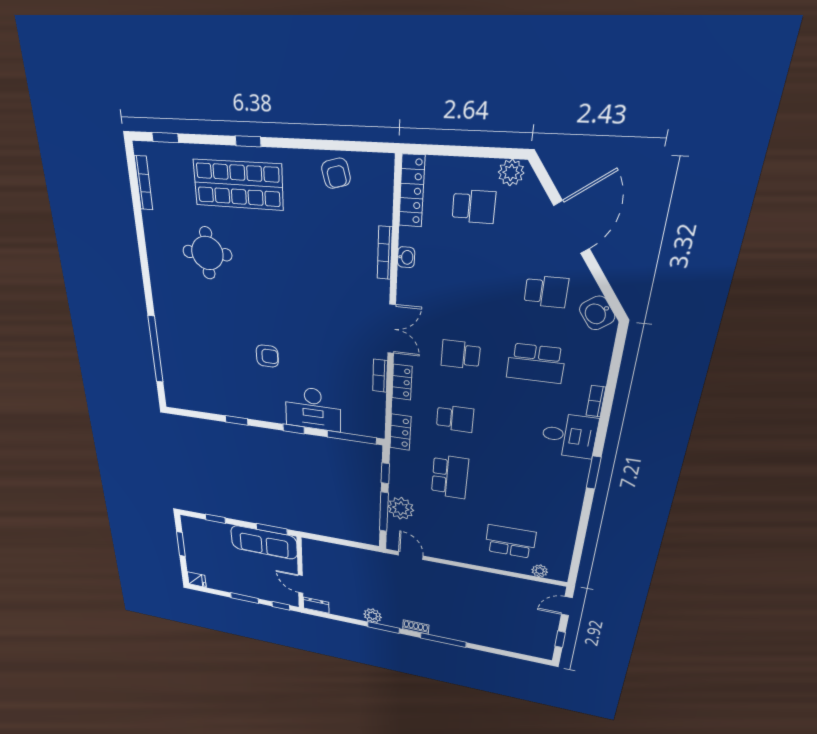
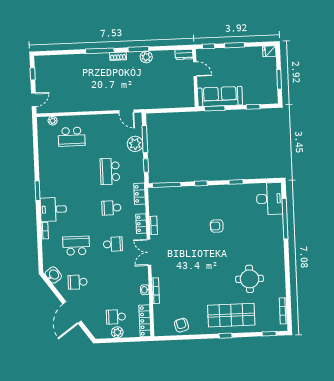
plant: (511, 173) -> (117, 332), moved
desk: (313, 409) -> (269, 199), moved, turned 90

